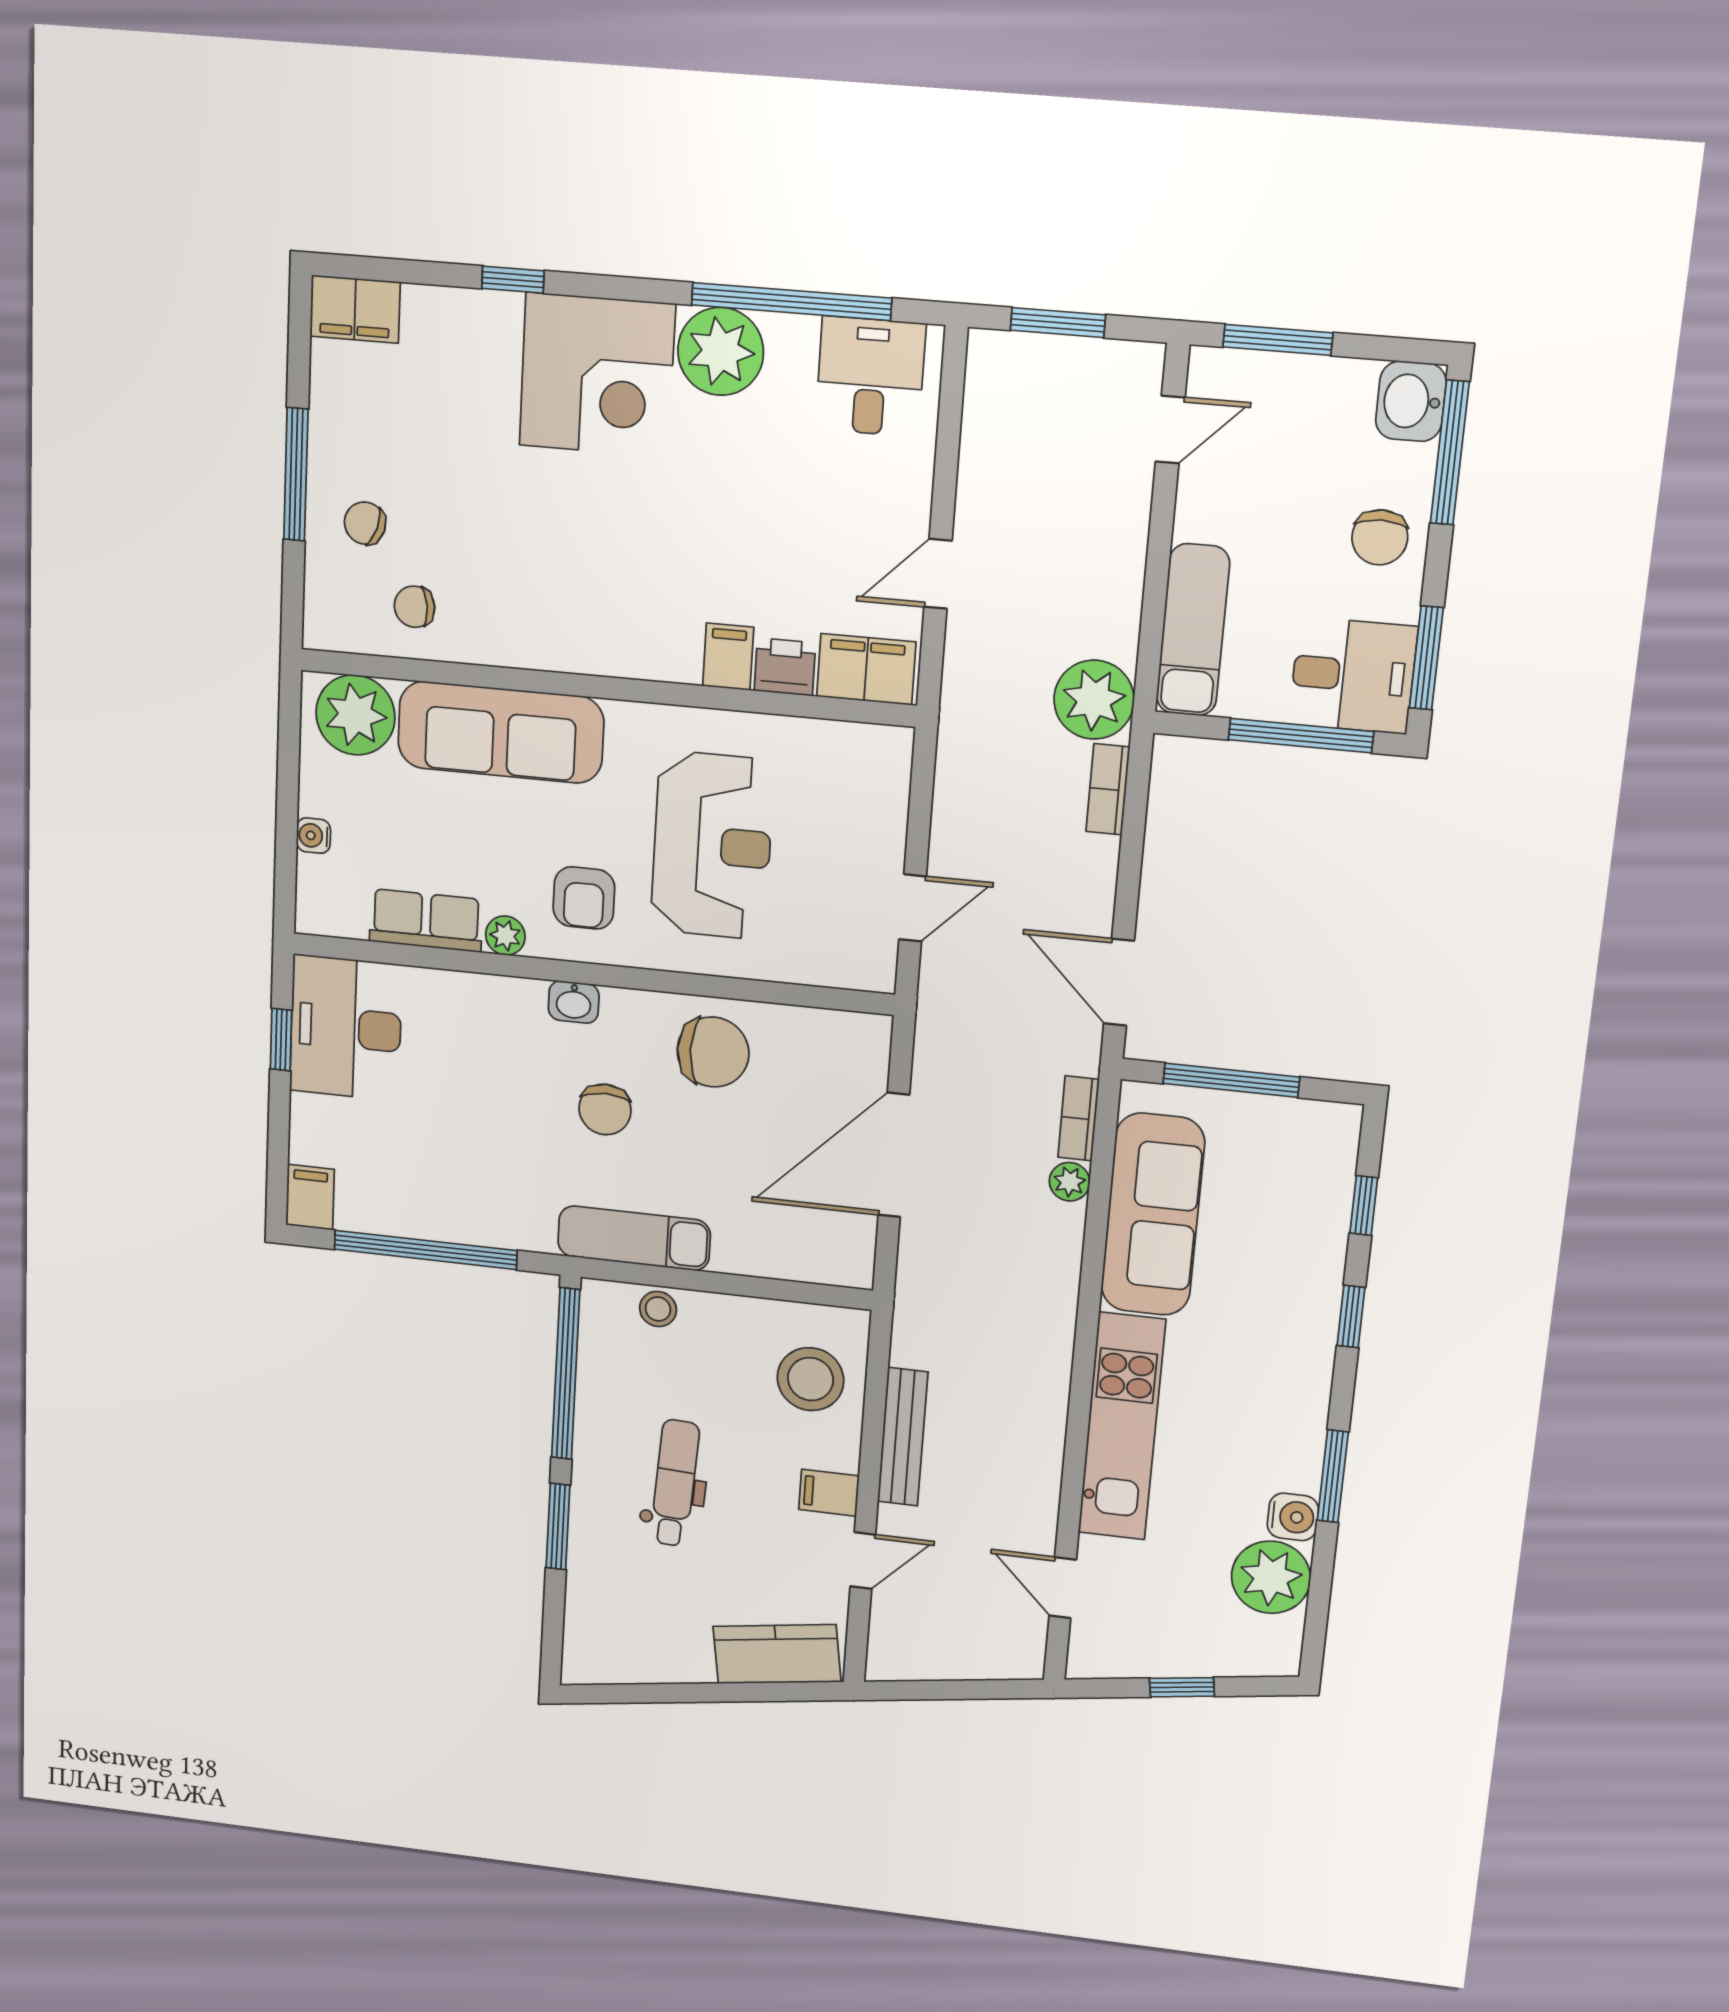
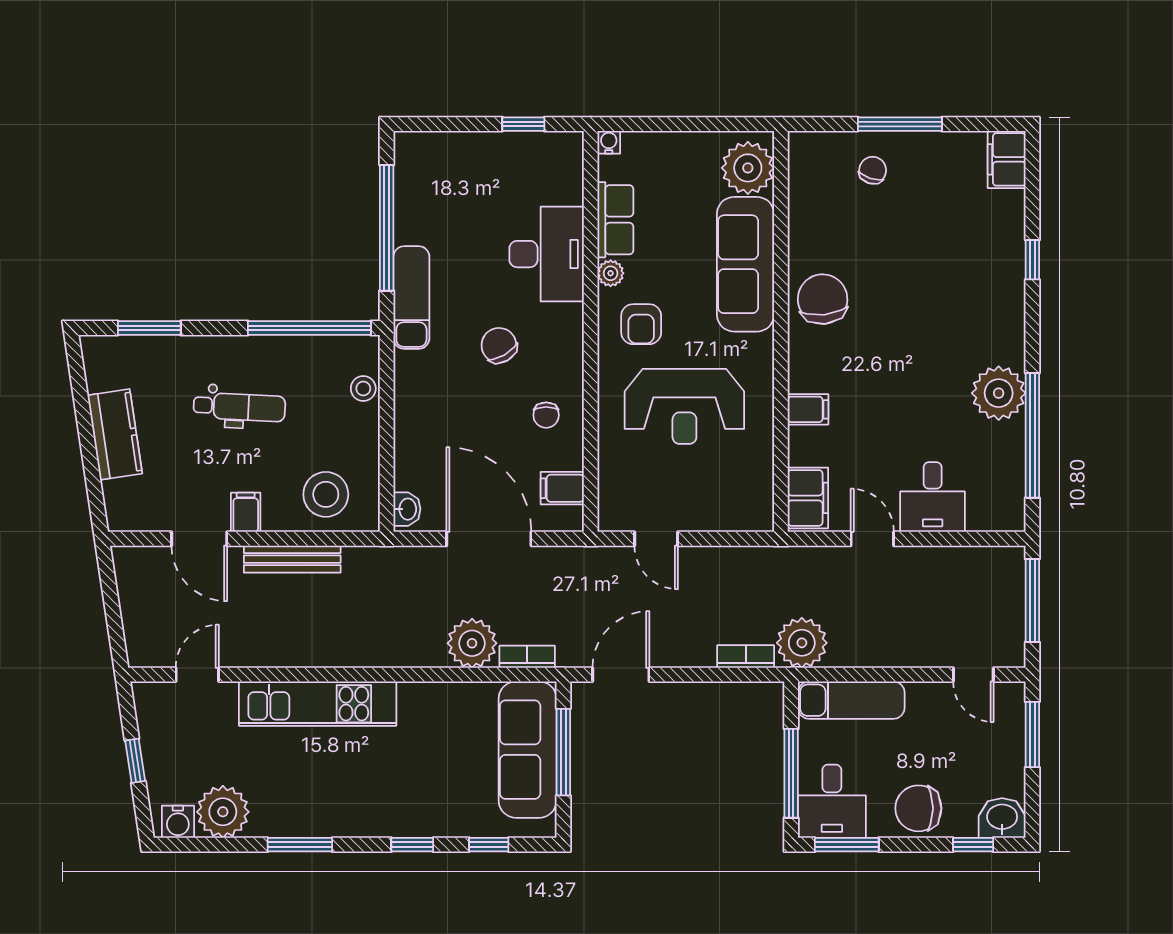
window: (1058, 323) -> (1032, 600), width x1.44
corner desk: (597, 375) -> (978, 316), removed
desk: (870, 377) -> (933, 497), moved, turned 90
window: (1450, 453) -> (973, 845), width x0.46
chair: (1380, 537) -> (918, 808), width x1.37, depth x1.37
chair: (415, 607) -> (823, 299), moved, width x1.87, depth x1.87
printer: (785, 667) -> (805, 446), removed
water cooler: (313, 836) -> (609, 142), moved
armchair: (584, 898) -> (641, 324), turned -90
washbasin: (574, 1002) -> (407, 509), moved, turned 180
desk: (346, 1028) -> (547, 254), moved, turned 90
chair: (713, 1052) -> (546, 415), width x0.54, depth x0.54
chair: (605, 1109) -> (499, 345), turned 60
plant: (1070, 1182) -> (472, 643), width x1.88, depth x1.88
filing cabinet: (310, 1197) -> (562, 488), moved, turned 180
sofa: (1153, 1215) -> (528, 750), moved, turned 90
exam couch: (634, 1238) -> (411, 298), moved
water cooler: (1293, 1517) -> (178, 822), moved
window: (558, 1526) -> (149, 328), moved
door: (863, 1561) -> (199, 539), width x1.37
kitchen counter: (777, 1654) -> (115, 434), moved

